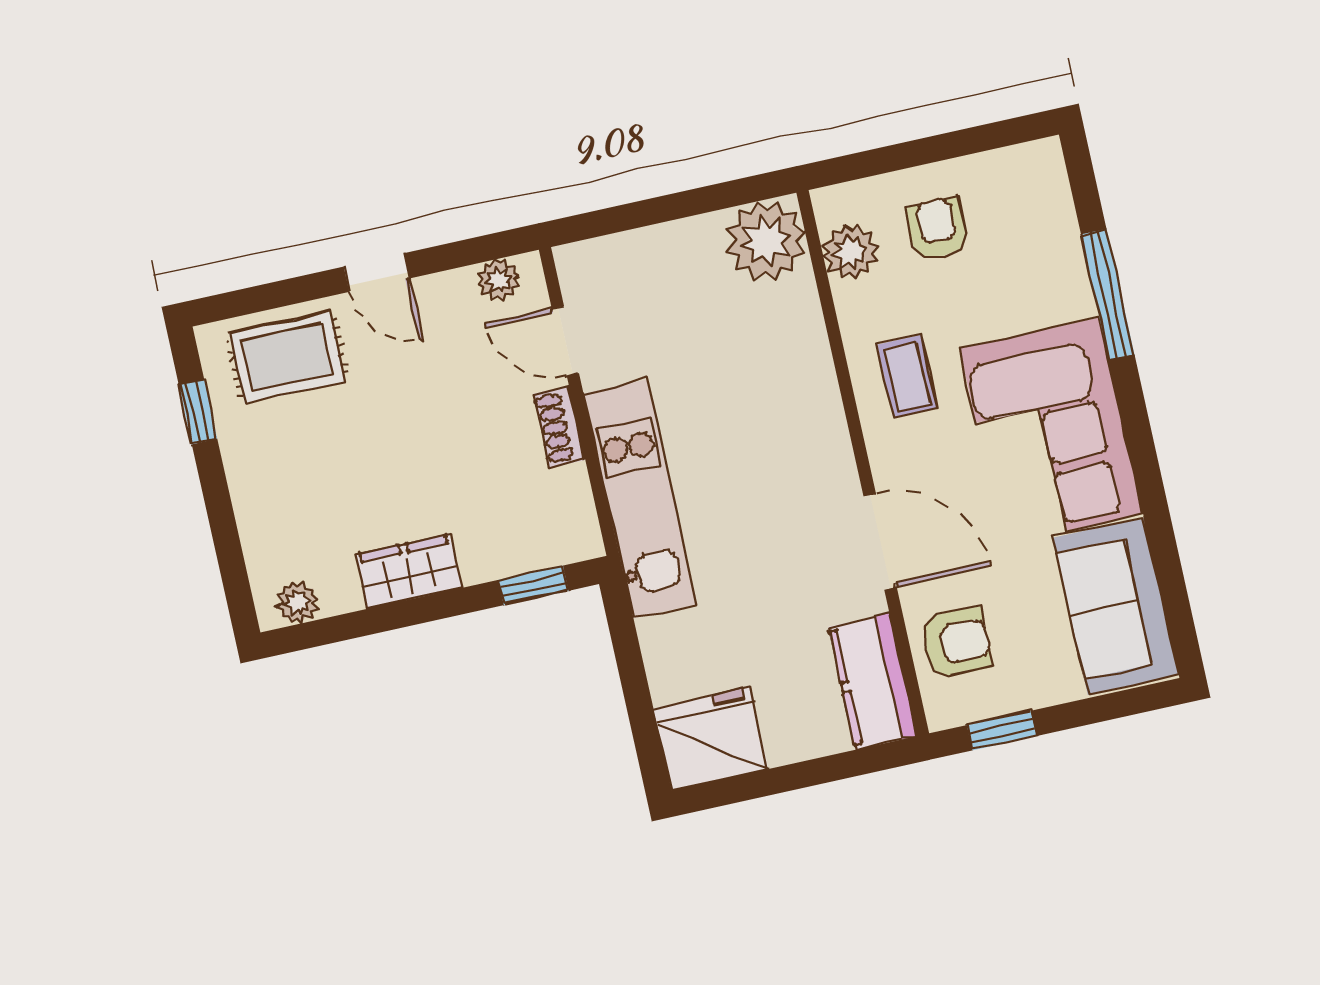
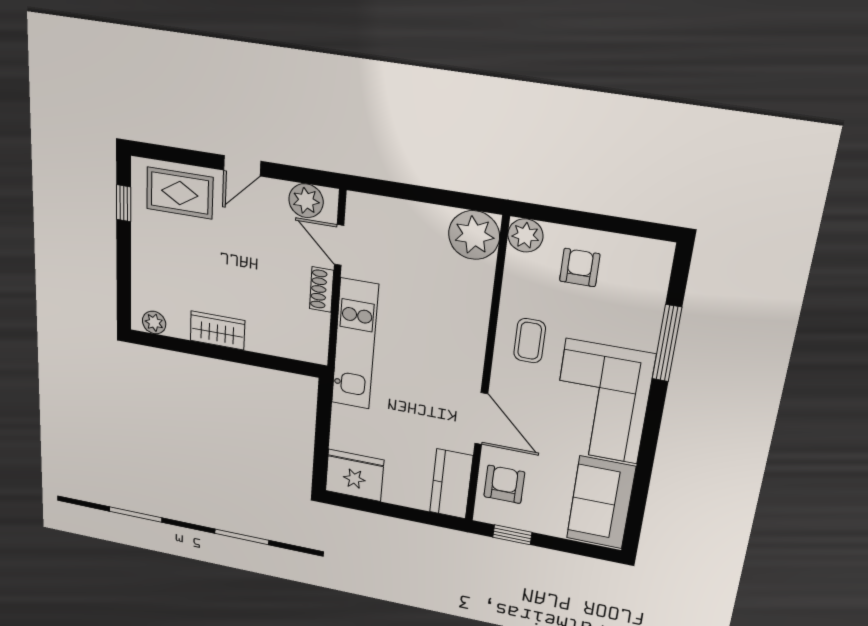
plant: (850, 252) -> (525, 235), moved
door: (377, 272) -> (242, 166), hinge flipped
plant: (499, 280) -> (306, 201), width x1.38, depth x1.38
window: (533, 585) -> (283, 364), removed
armchair: (956, 643) -> (504, 484), turned -90

